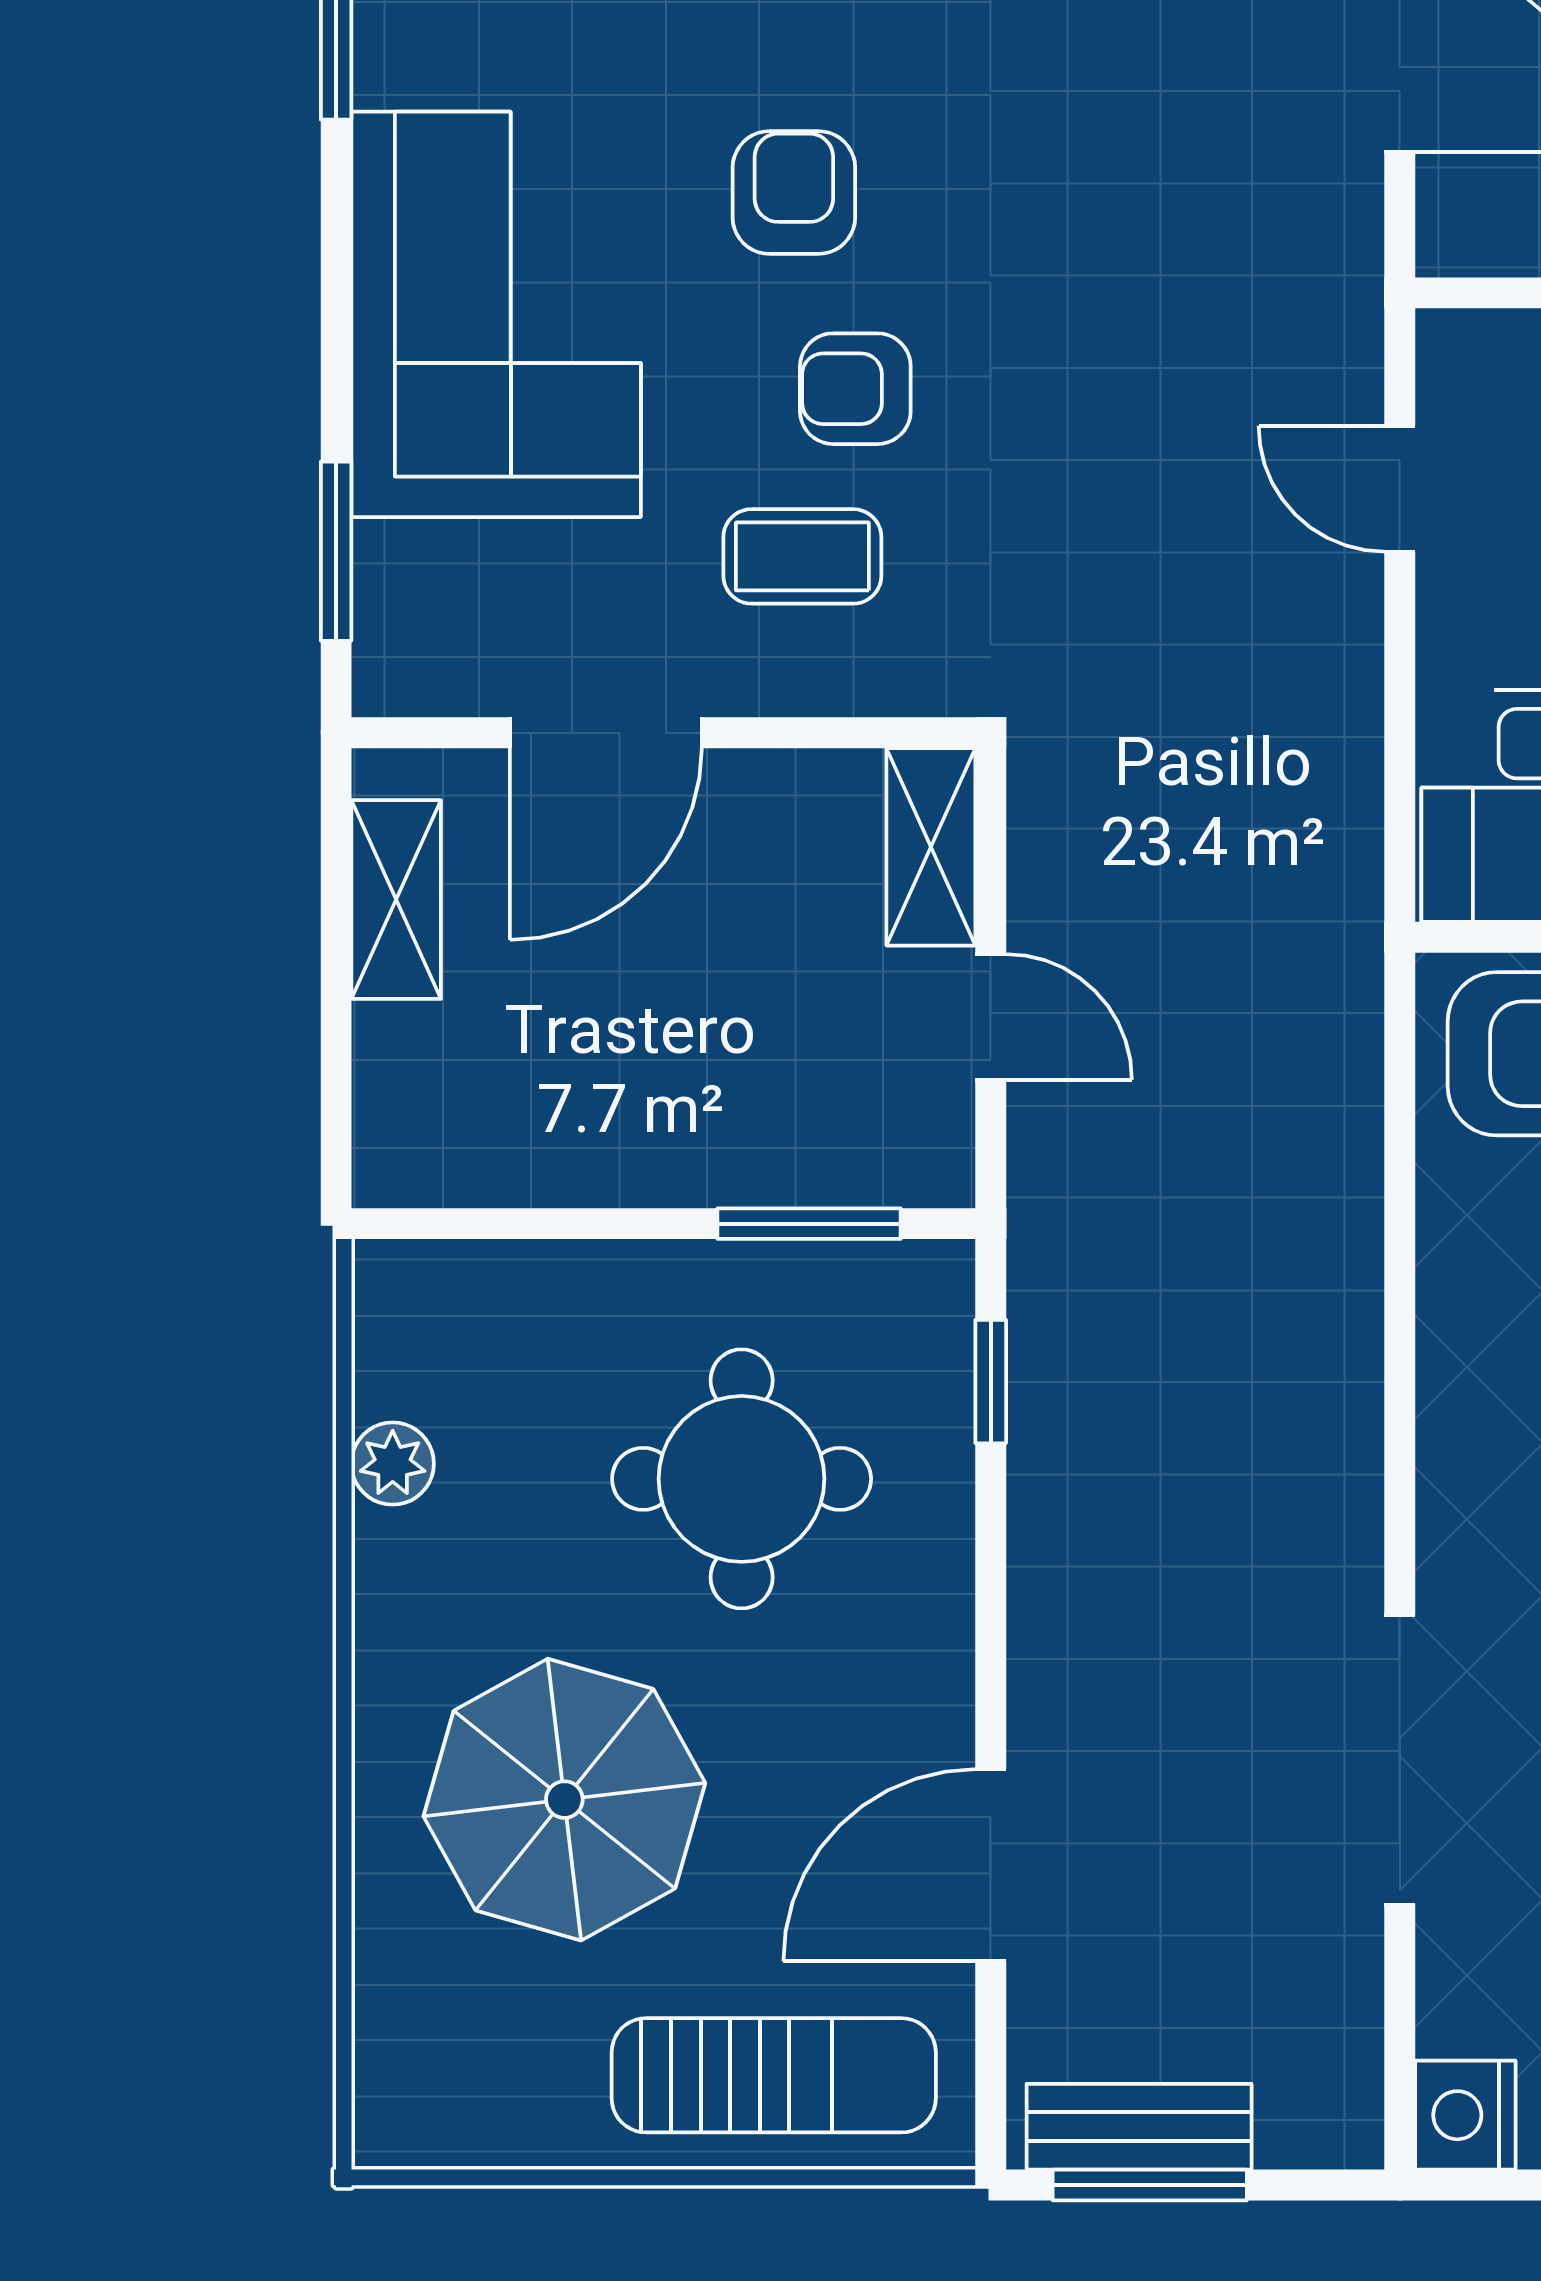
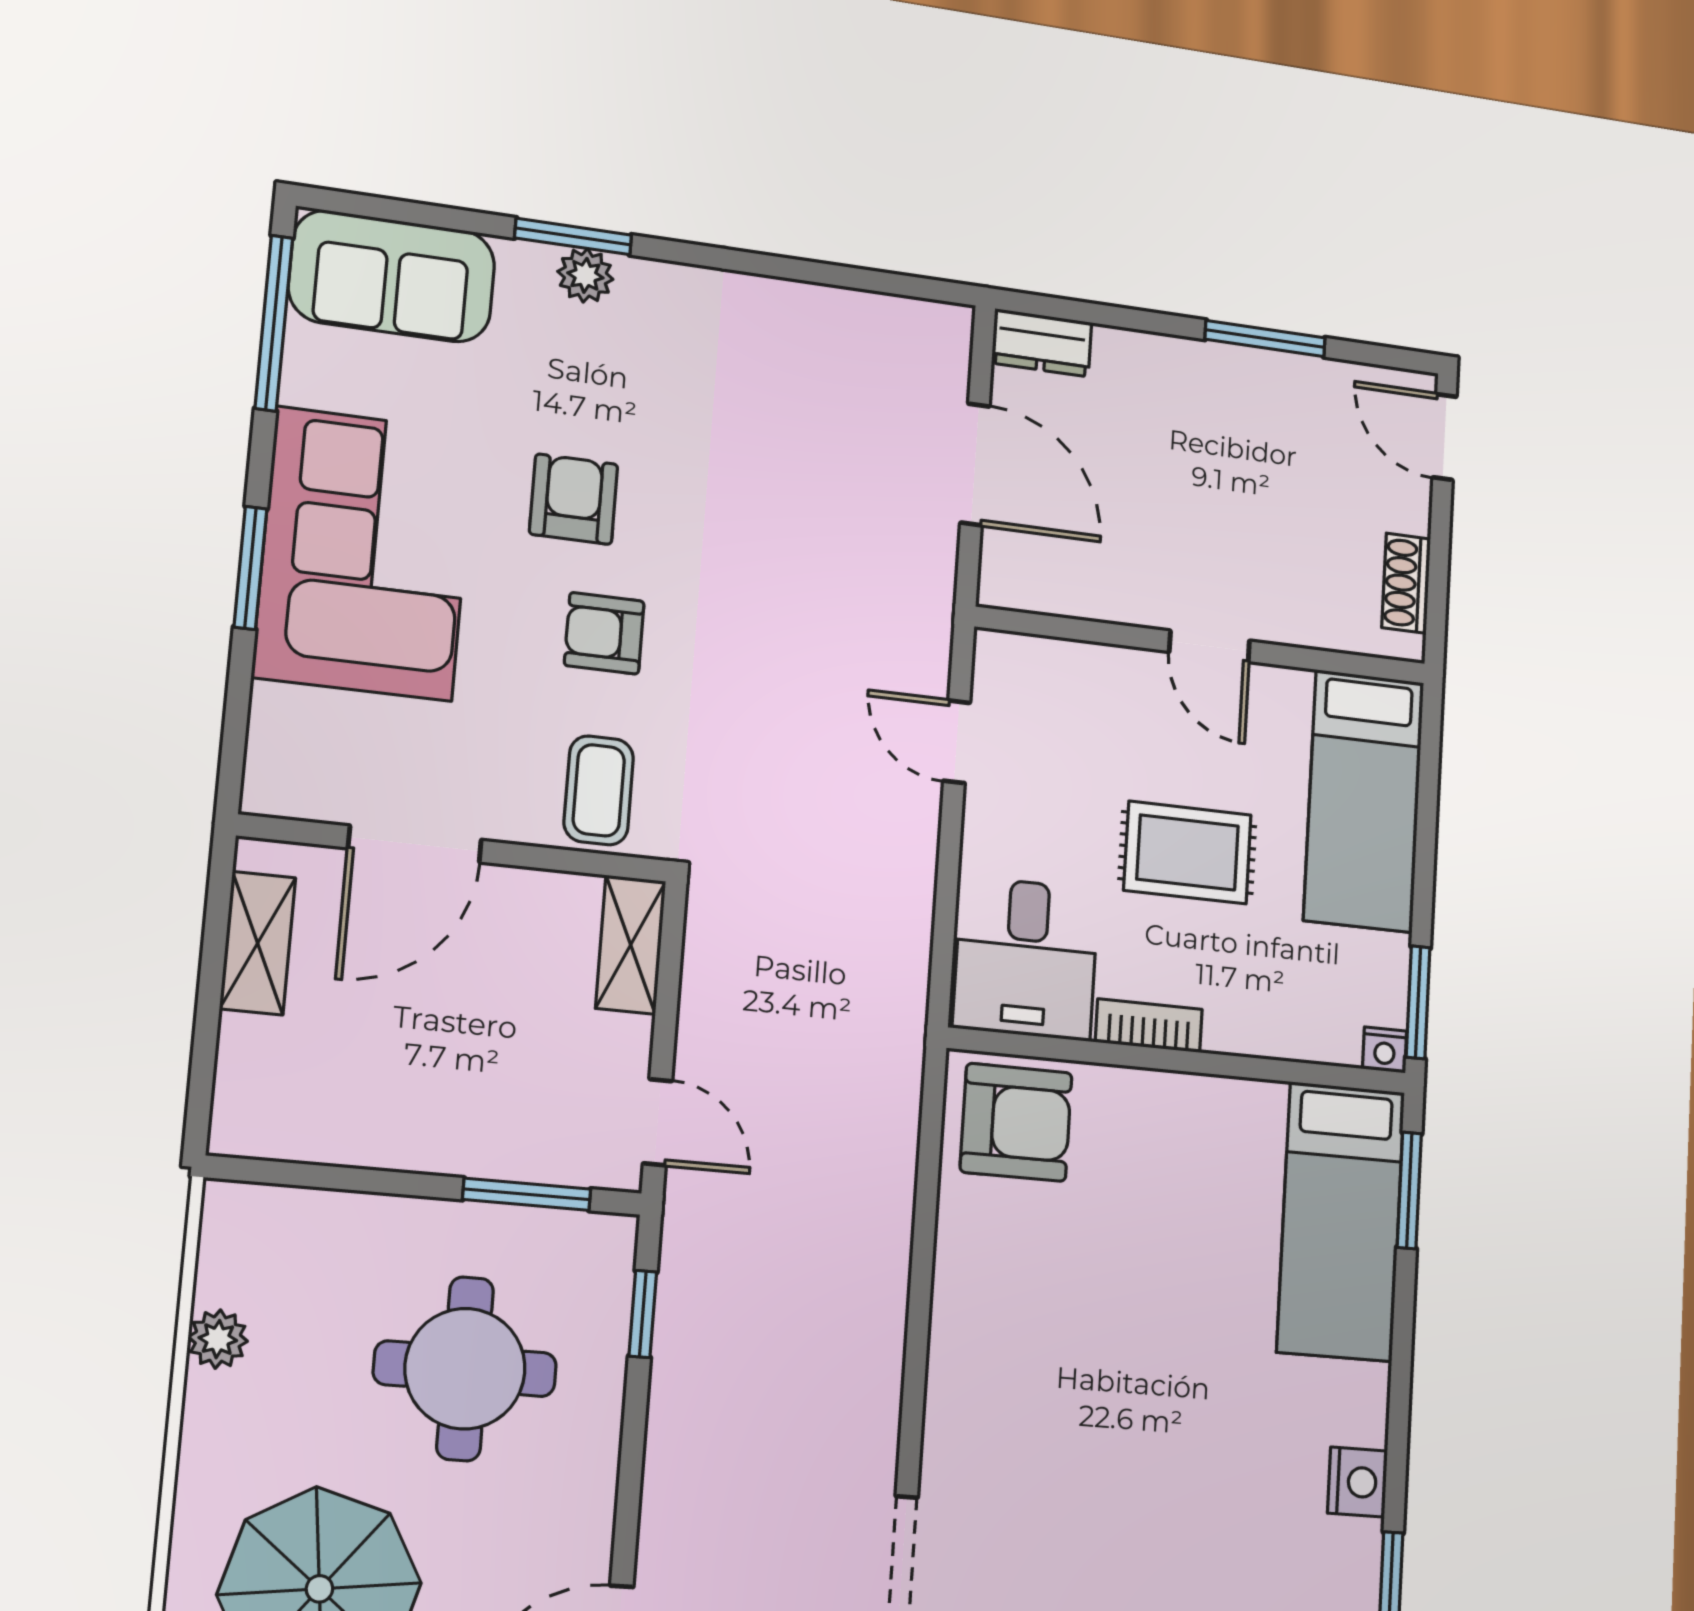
window: (336, 551) -> (250, 568), moved
coffee table: (802, 556) -> (599, 790), moved, turned 90
door: (991, 1017) -> (658, 1122), moved

